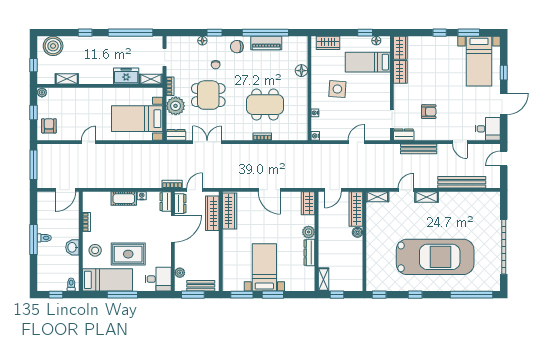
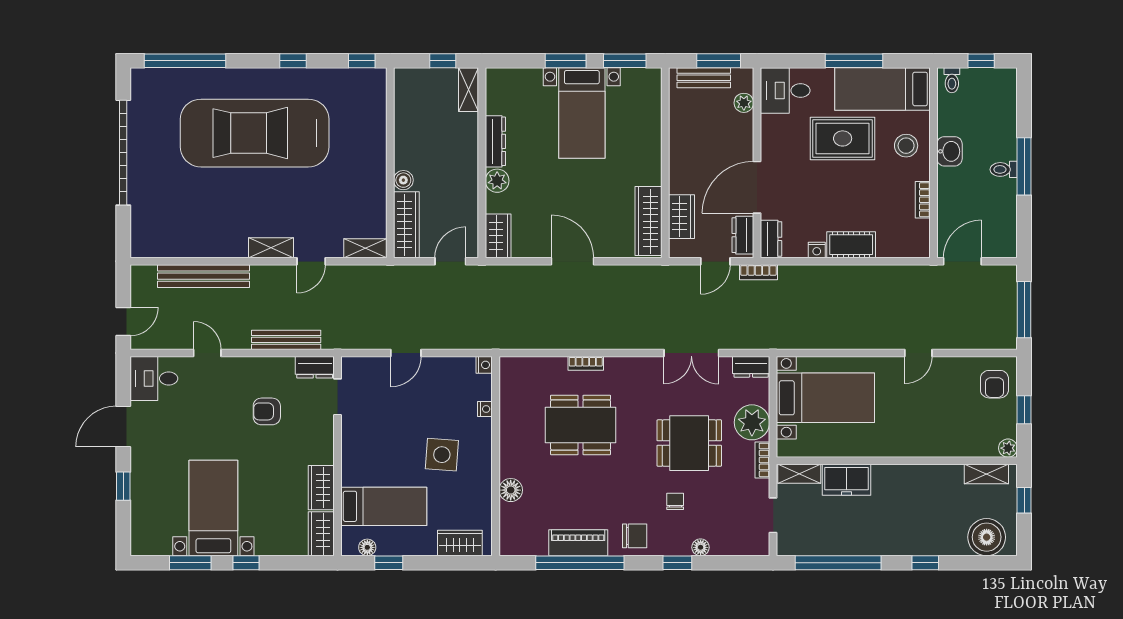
bed with nightstands: (479, 61) -> (213, 508), moved
shelving: (67, 79) -> (986, 474), moved
wardrobe: (212, 213) -> (682, 217), width x0.67

